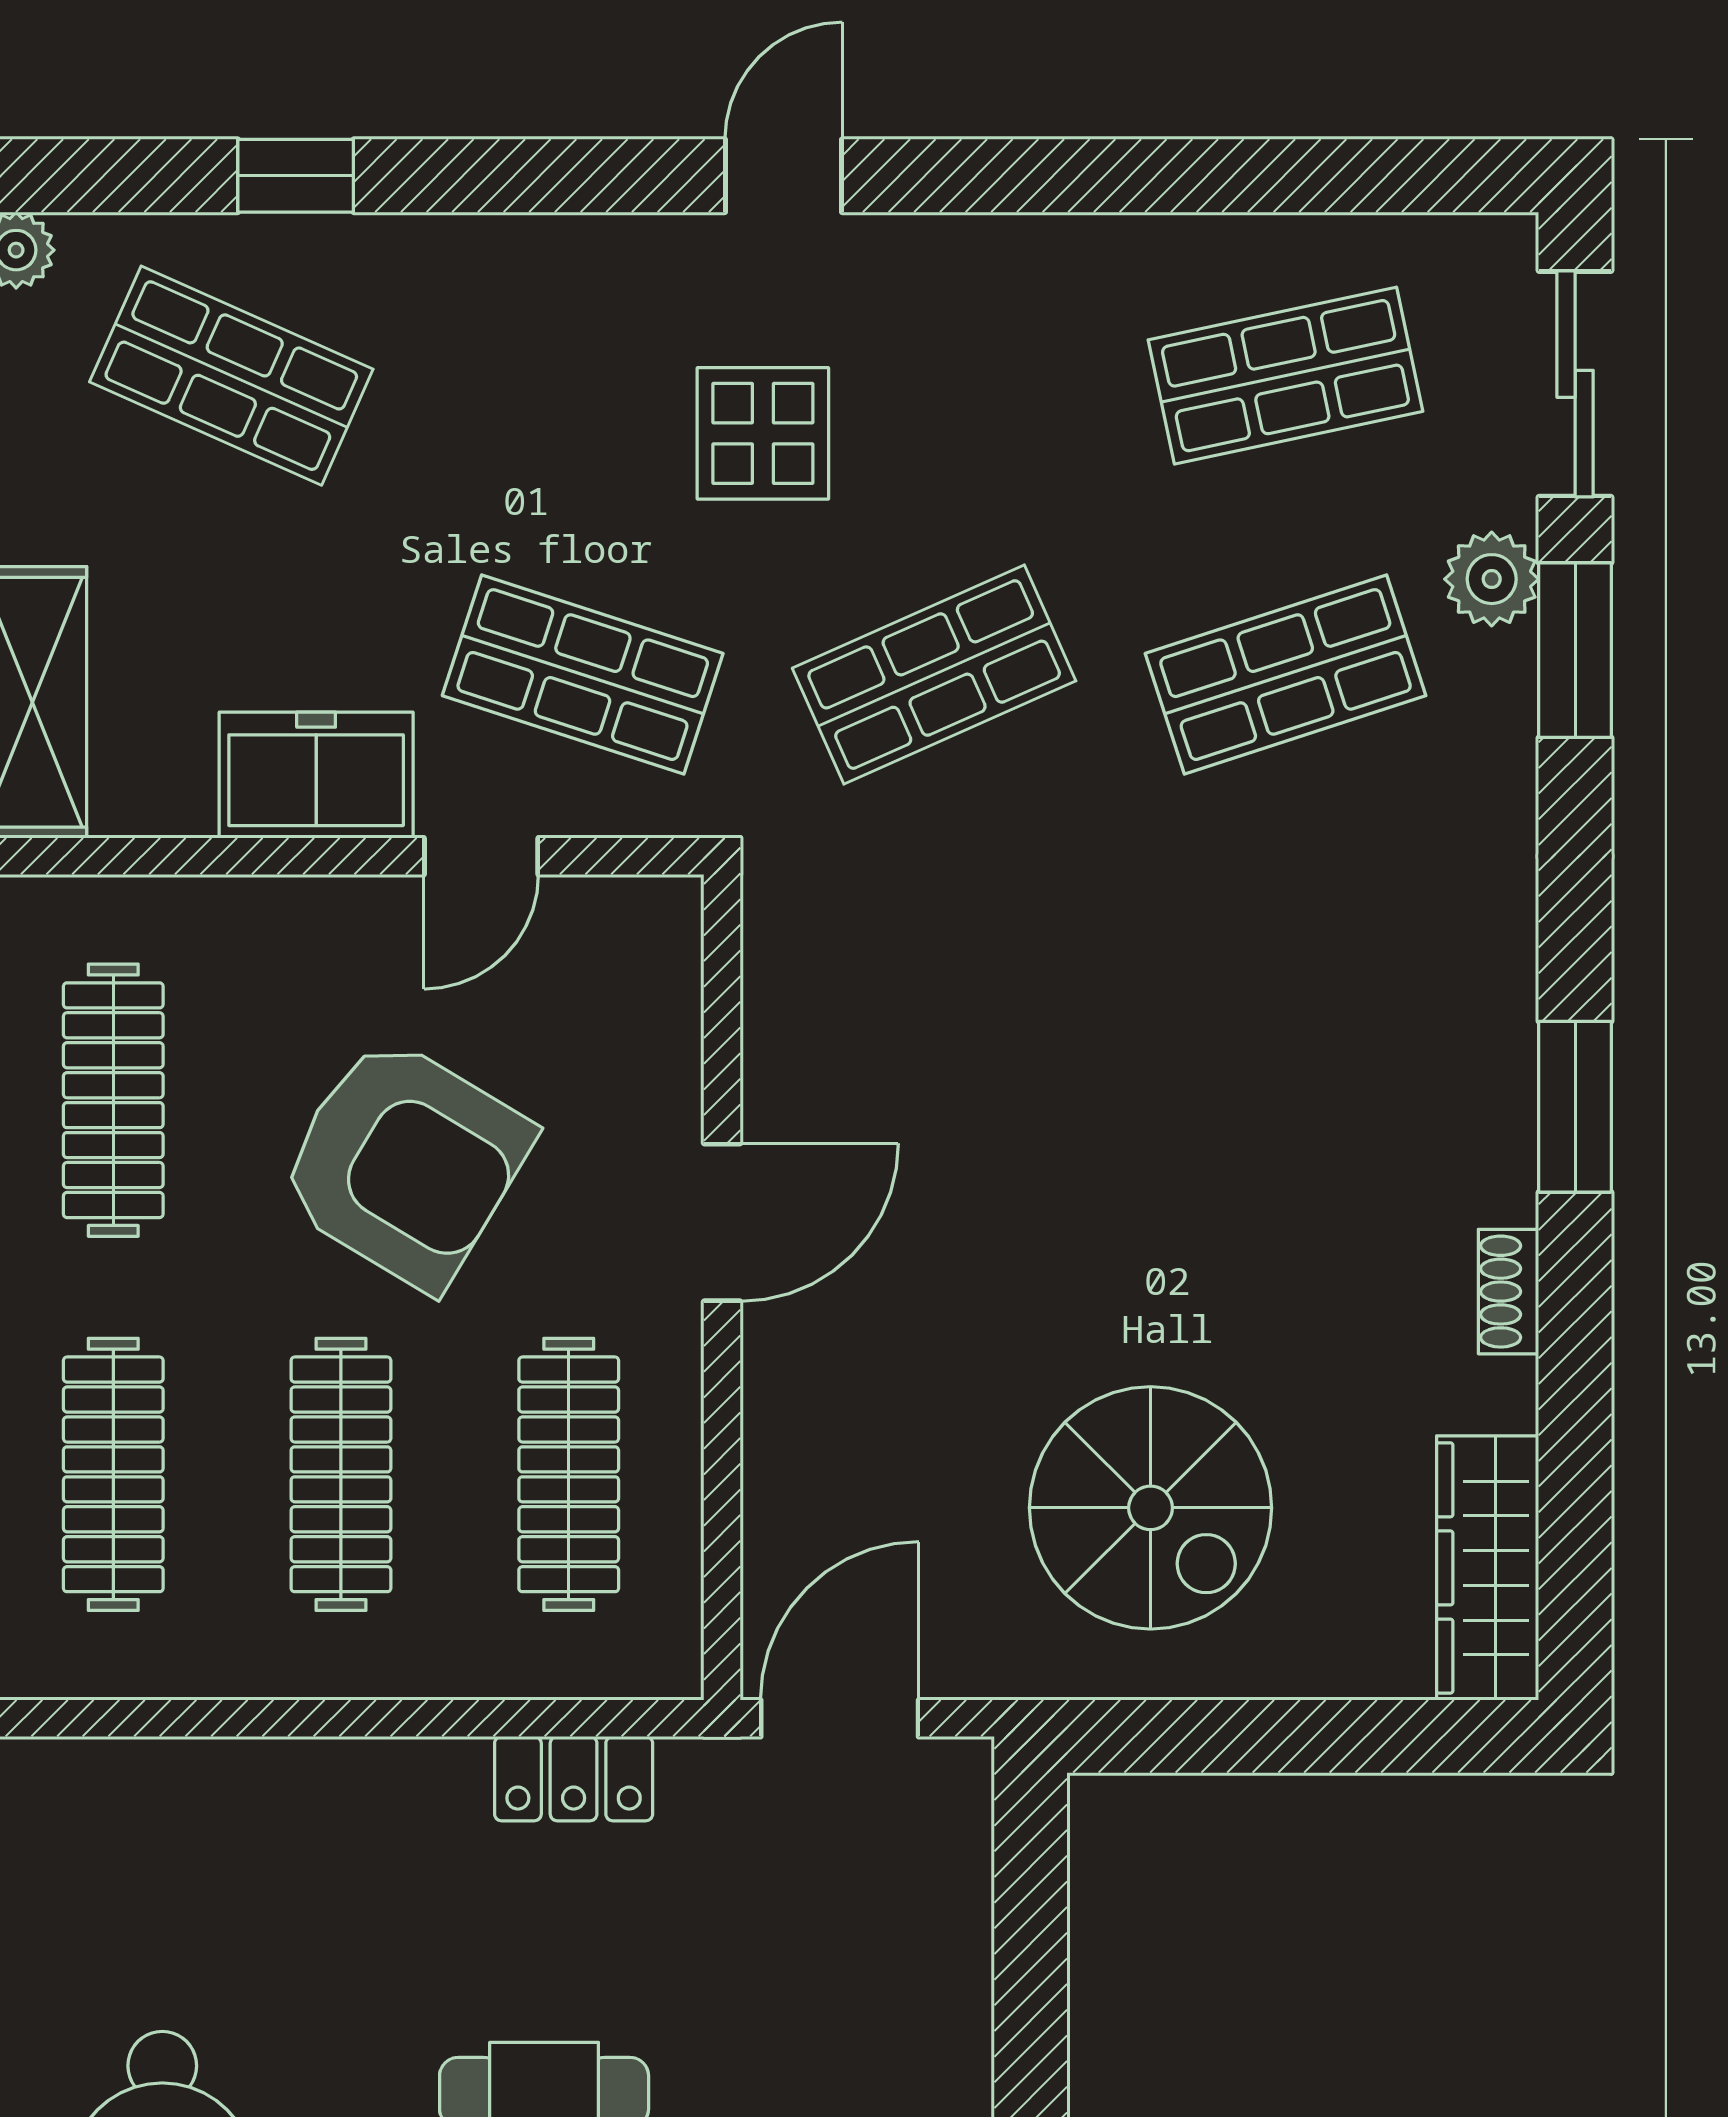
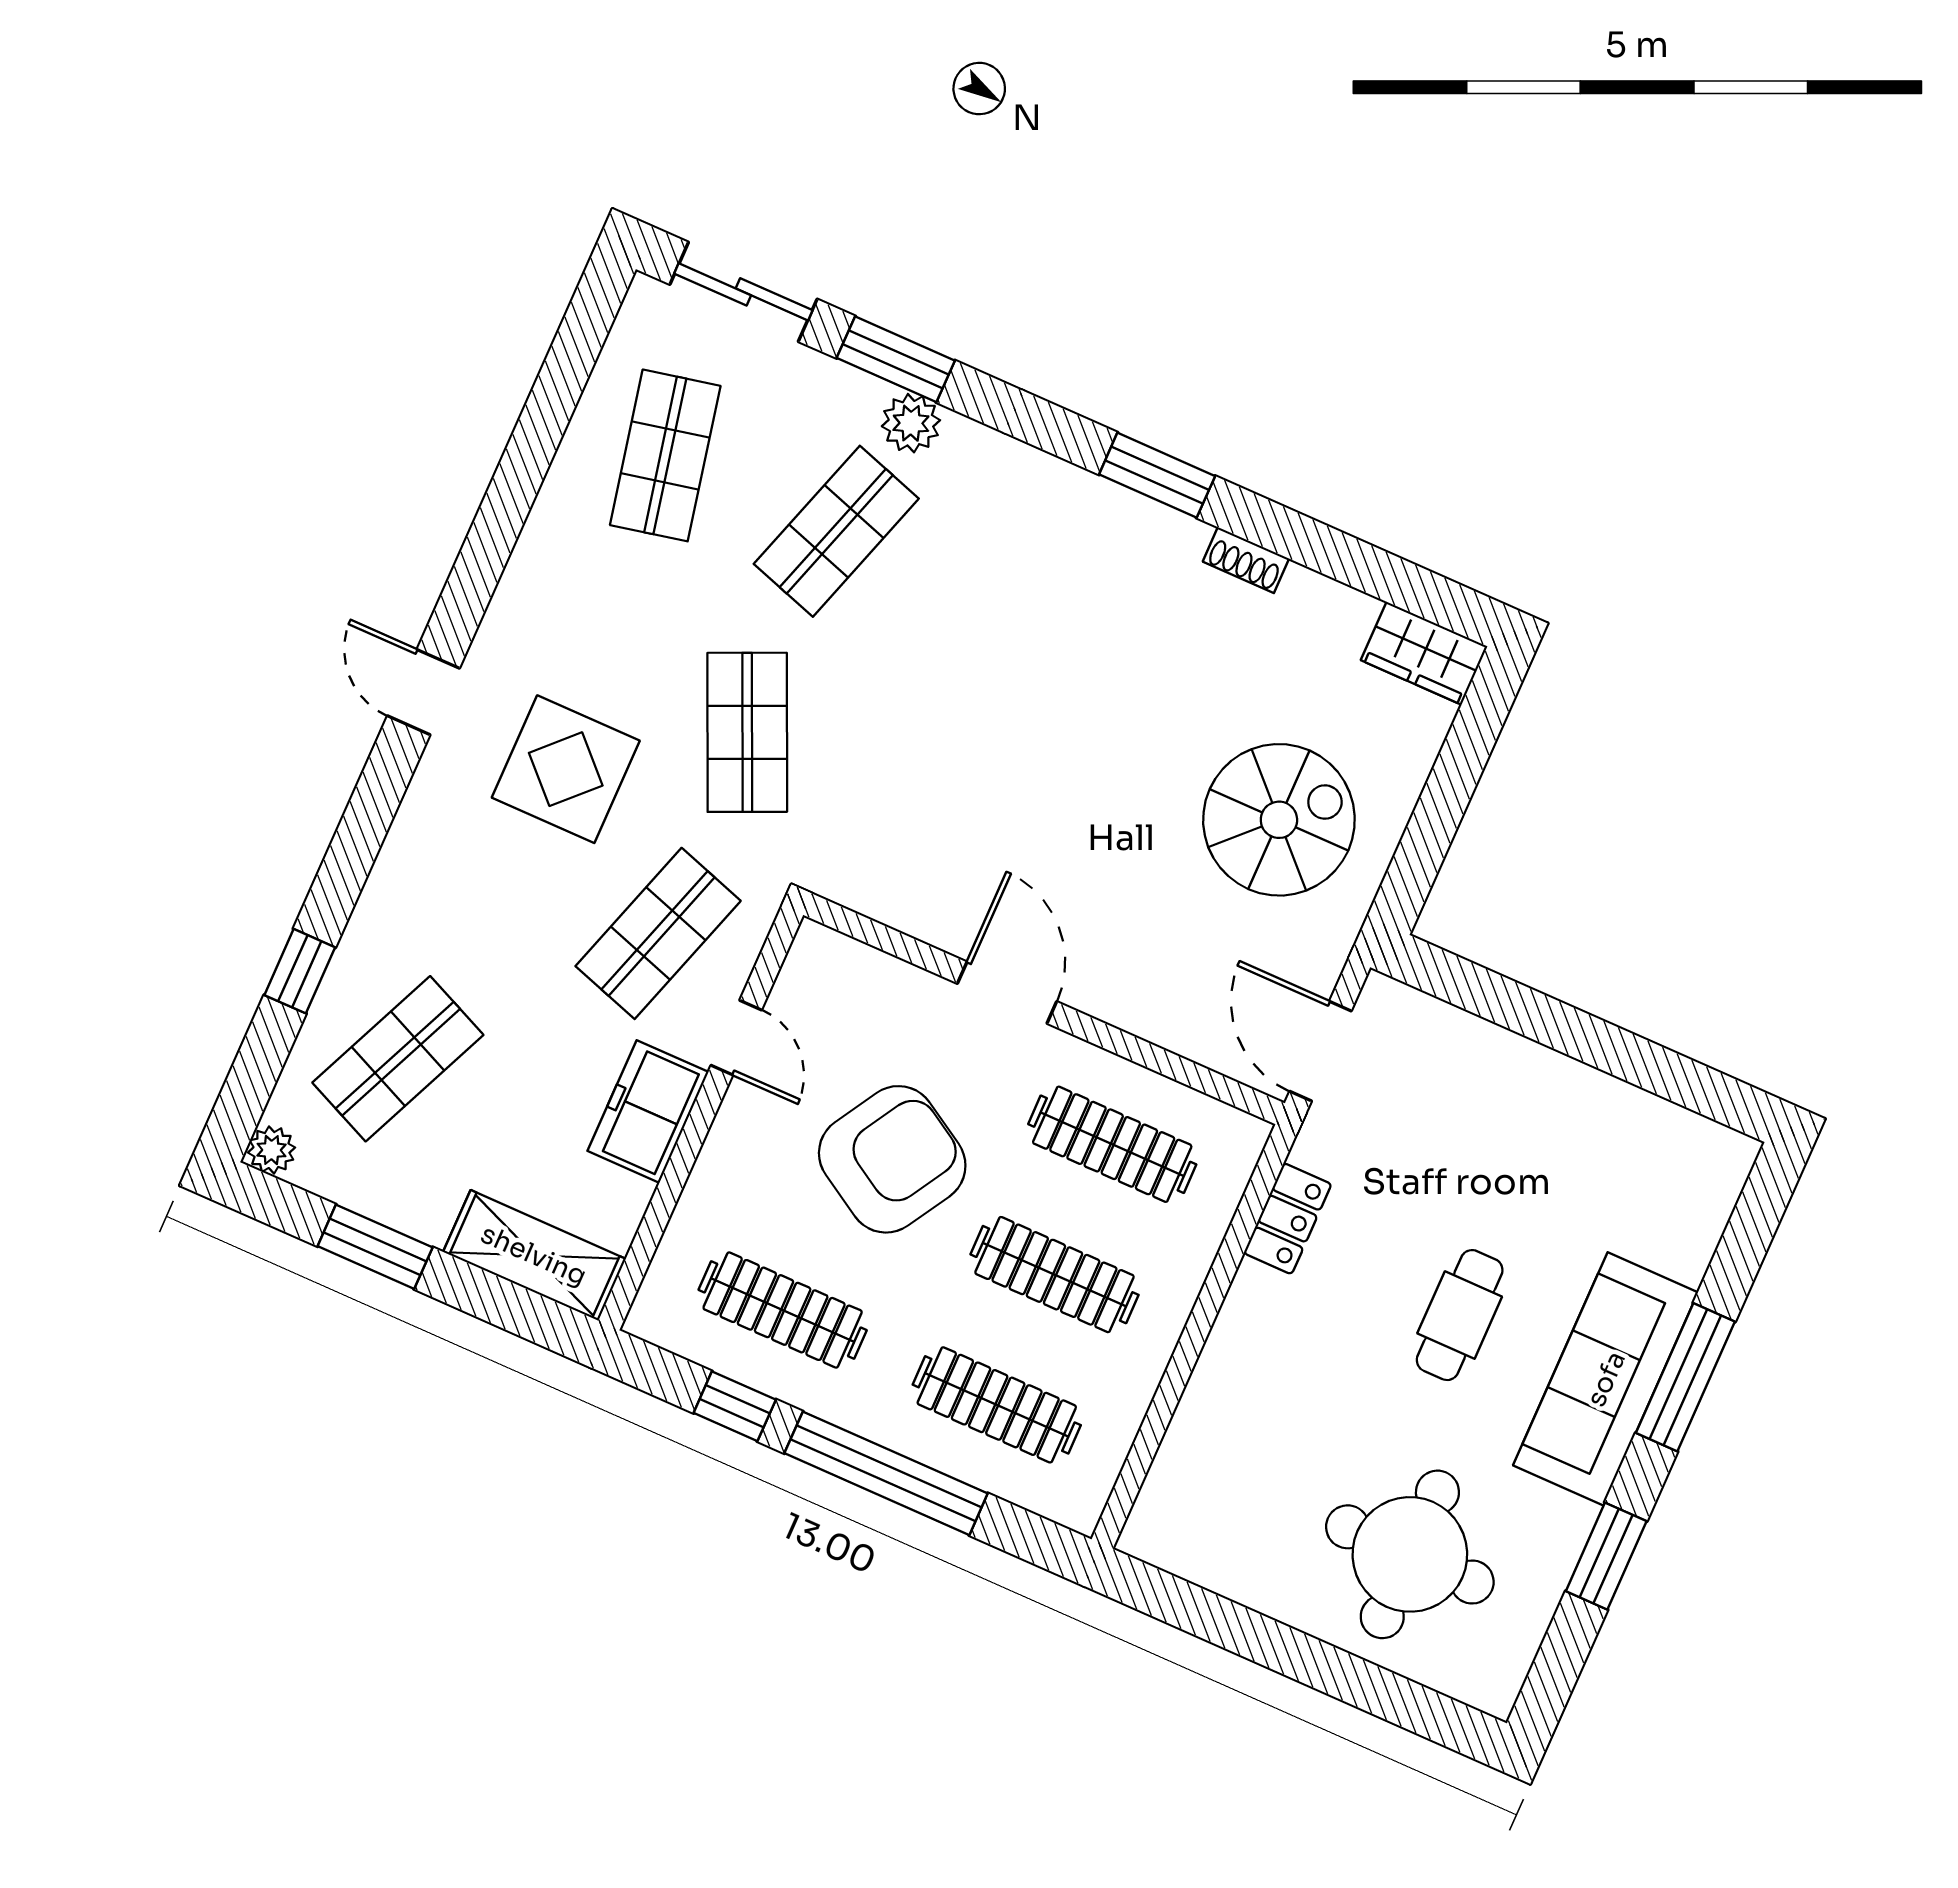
display table: (763, 433) -> (566, 769), width x1.36, depth x1.36
plant: (1492, 579) -> (911, 423), moved
shop shelf: (1285, 675) -> (836, 531), turned 36
wardrobe: (1488, 1568) -> (1424, 653), width x0.67

